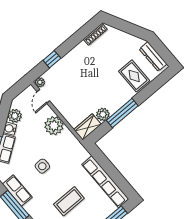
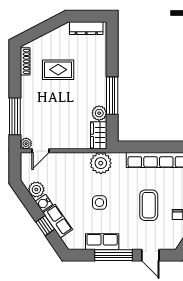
window: (52, 59) -> (15, 116), width x2.17
rug: (134, 76) -> (58, 70), moved
door: (43, 96) -> (40, 151), hinge flipped
plant: (54, 126) -> (101, 163), moved

